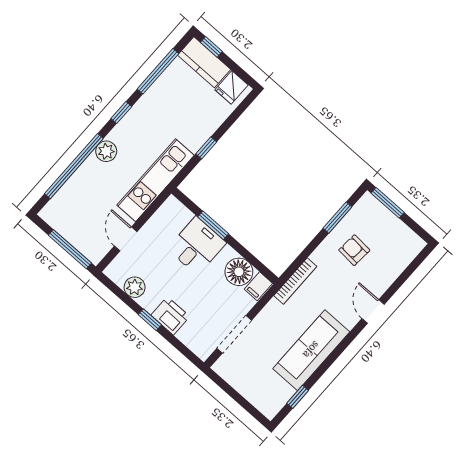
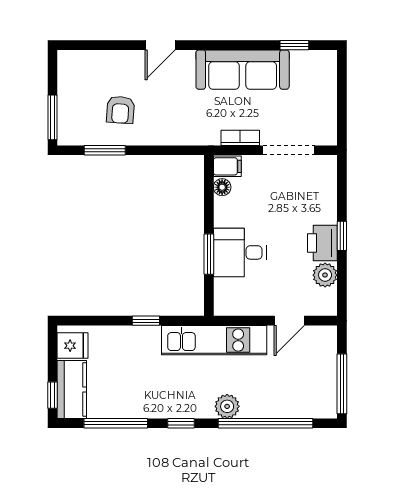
window: (70, 249) -> (342, 384), moved
floor lamp: (239, 272) -> (222, 187), width x0.53, depth x0.53
bookcase: (295, 281) -> (240, 138), moved, width x0.64
printer: (170, 316) -> (322, 243), moved

